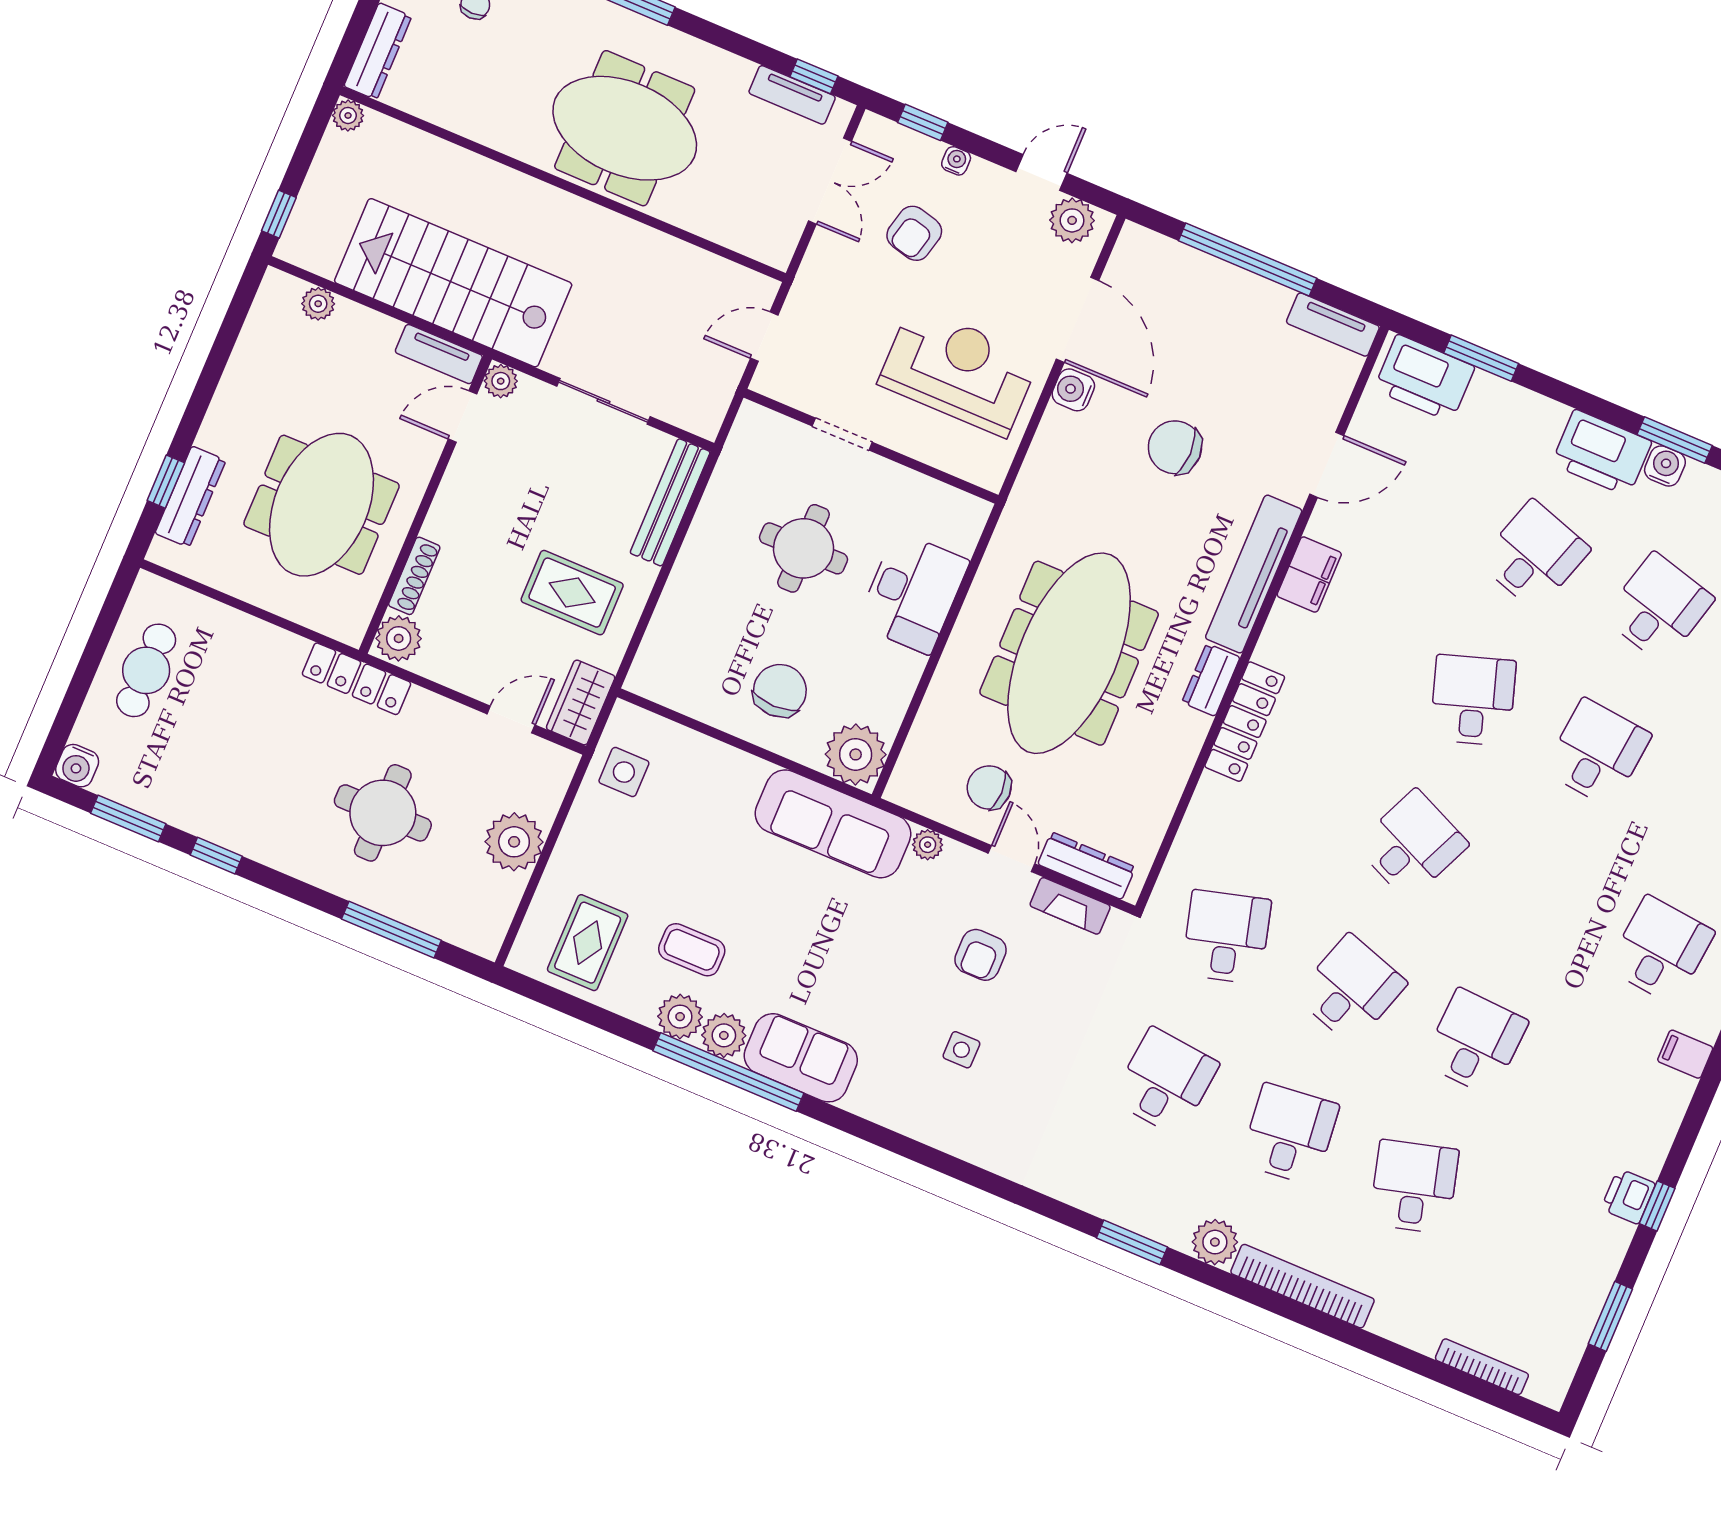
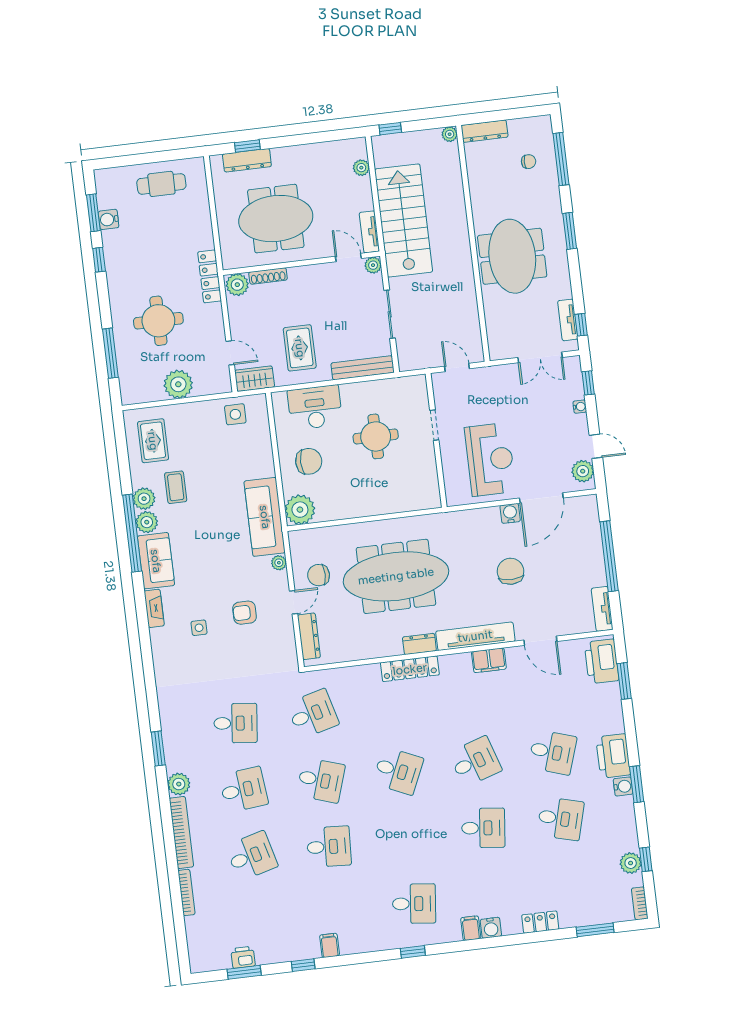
armchair: (914, 233) -> (538, 407), removed
desk: (913, 593) -> (315, 407), moved, turned 180
water cooler: (77, 766) -> (109, 219), moved
chair: (989, 788) -> (319, 575), turned -90
fireplace: (1070, 906) -> (154, 608), moved, turned 180
rug: (588, 943) -> (153, 441), turned 90
filing cabinet: (1685, 1054) -> (330, 945), moved
printer: (1628, 1196) -> (243, 957), moved
bookcase: (1482, 1367) -> (186, 892), moved

